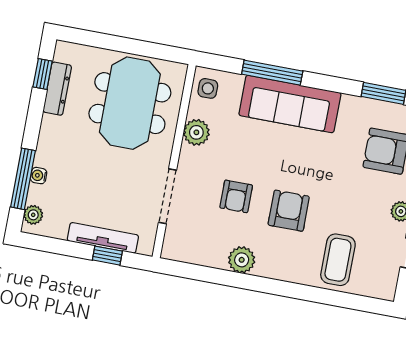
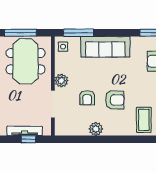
window: (130, 46) -> (20, 33), added
window: (272, 73) -> (79, 33), moved
plant: (196, 132) -> (61, 81), moved
armchair: (289, 211) -> (115, 100), turned 90

